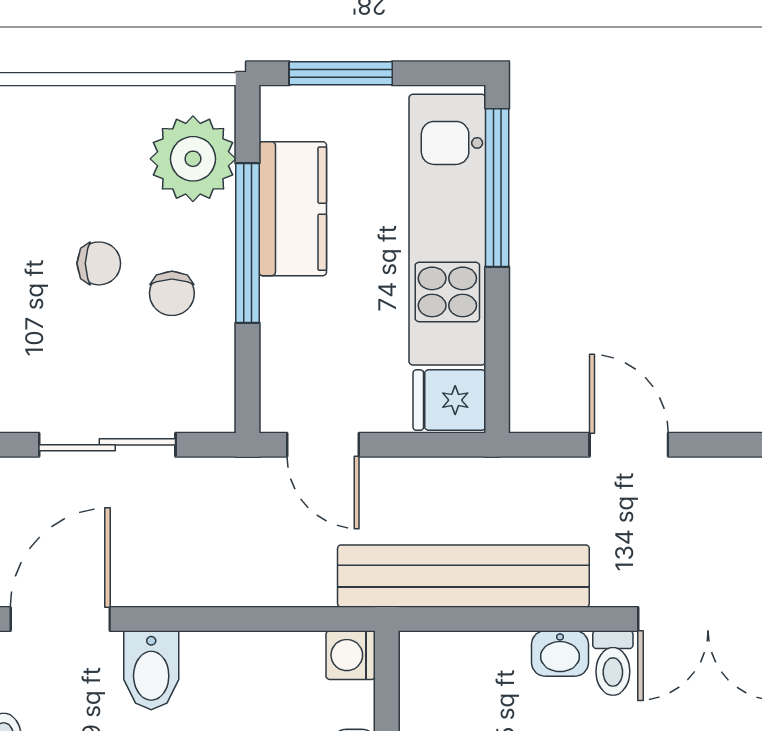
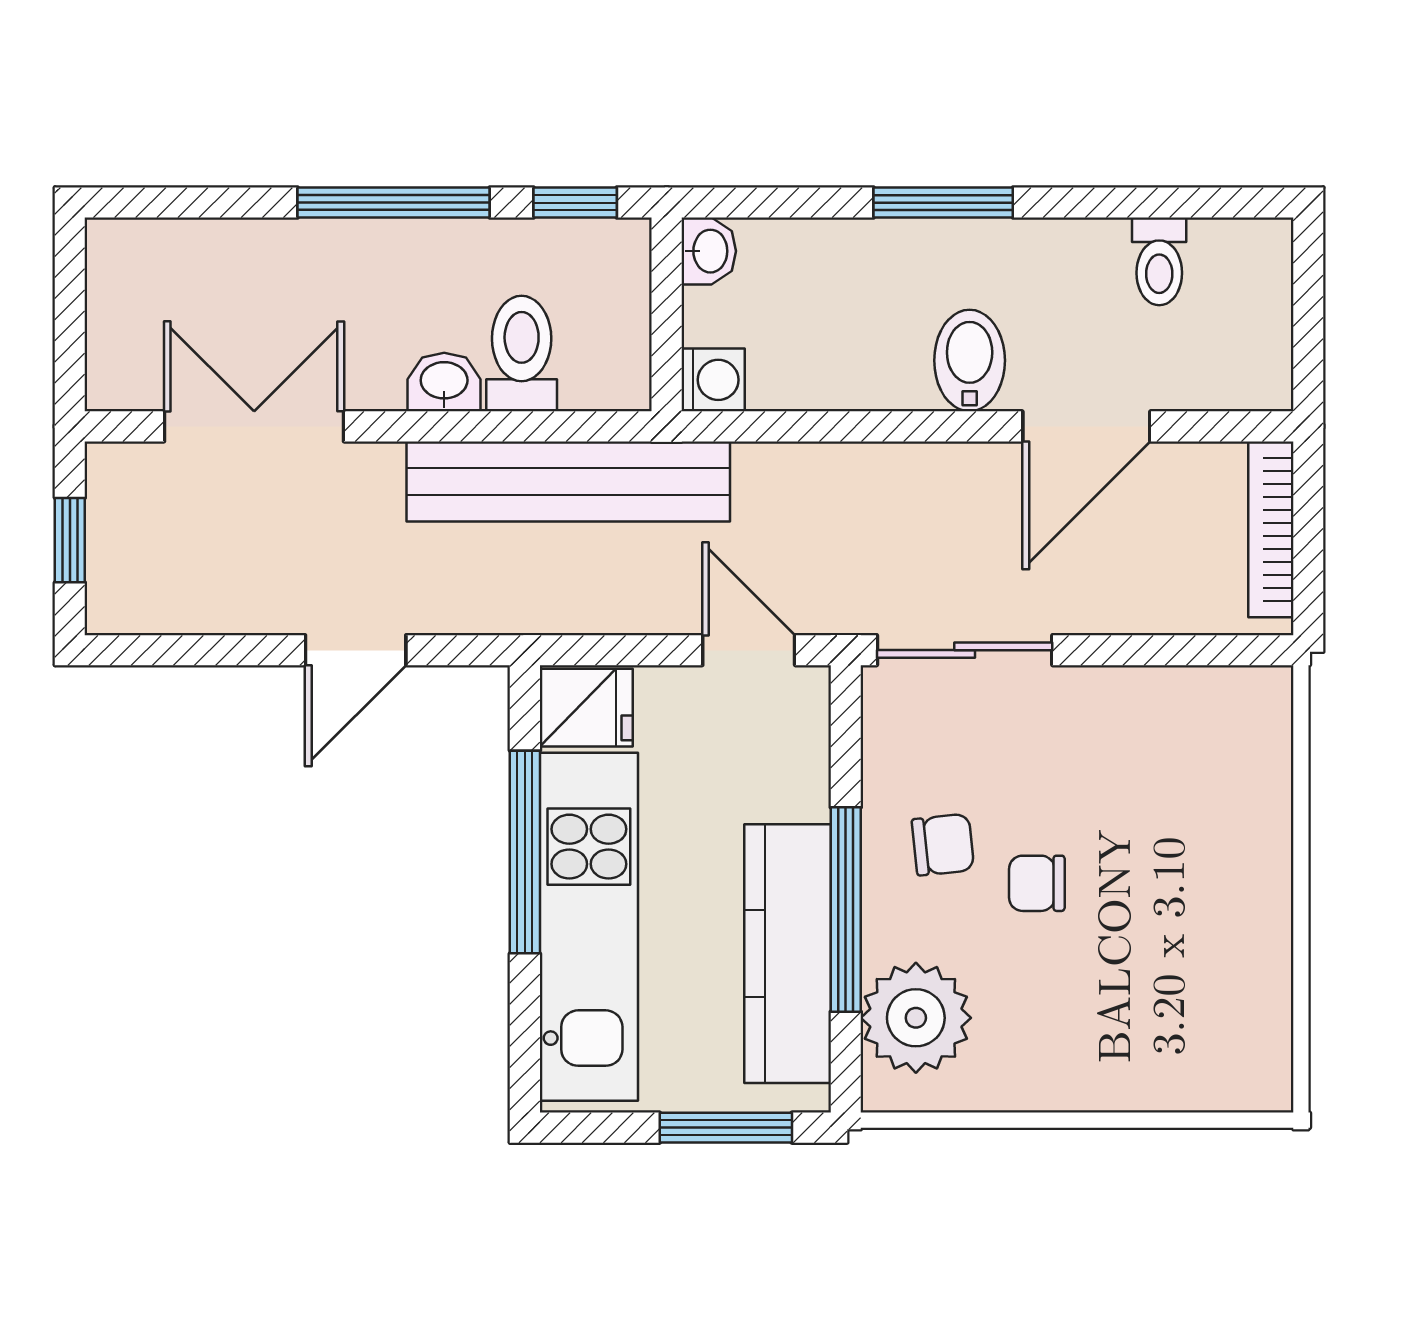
window: (497, 188) -> (525, 852), moved
kitchen counter: (293, 209) -> (788, 954), width x1.50
chair: (172, 293) -> (943, 845), turned 84
sliding door: (107, 445) -> (965, 650), moved
door: (629, 445) -> (356, 650), hinge flipped
toilet: (613, 663) -> (522, 354), moved, width x1.37, depth x1.39

